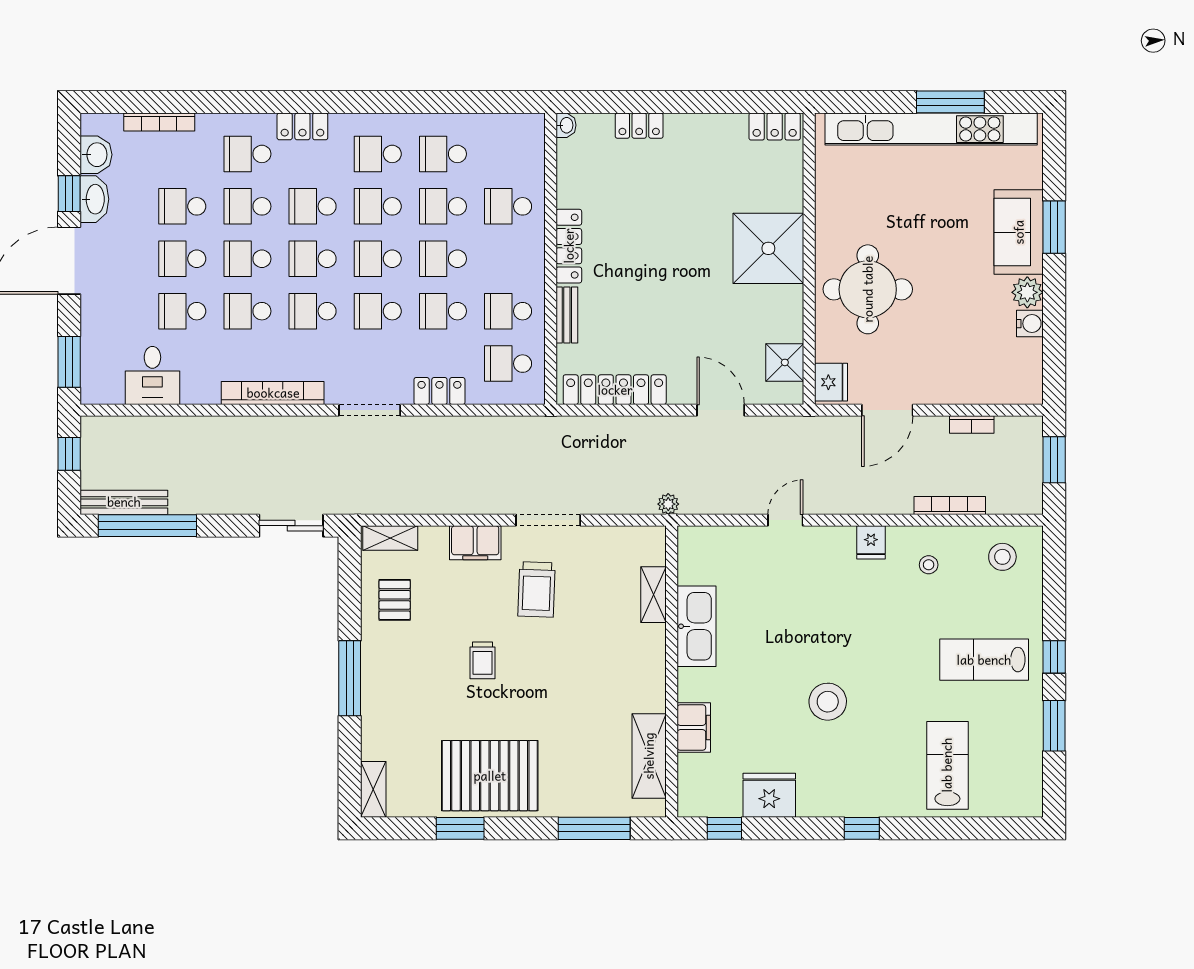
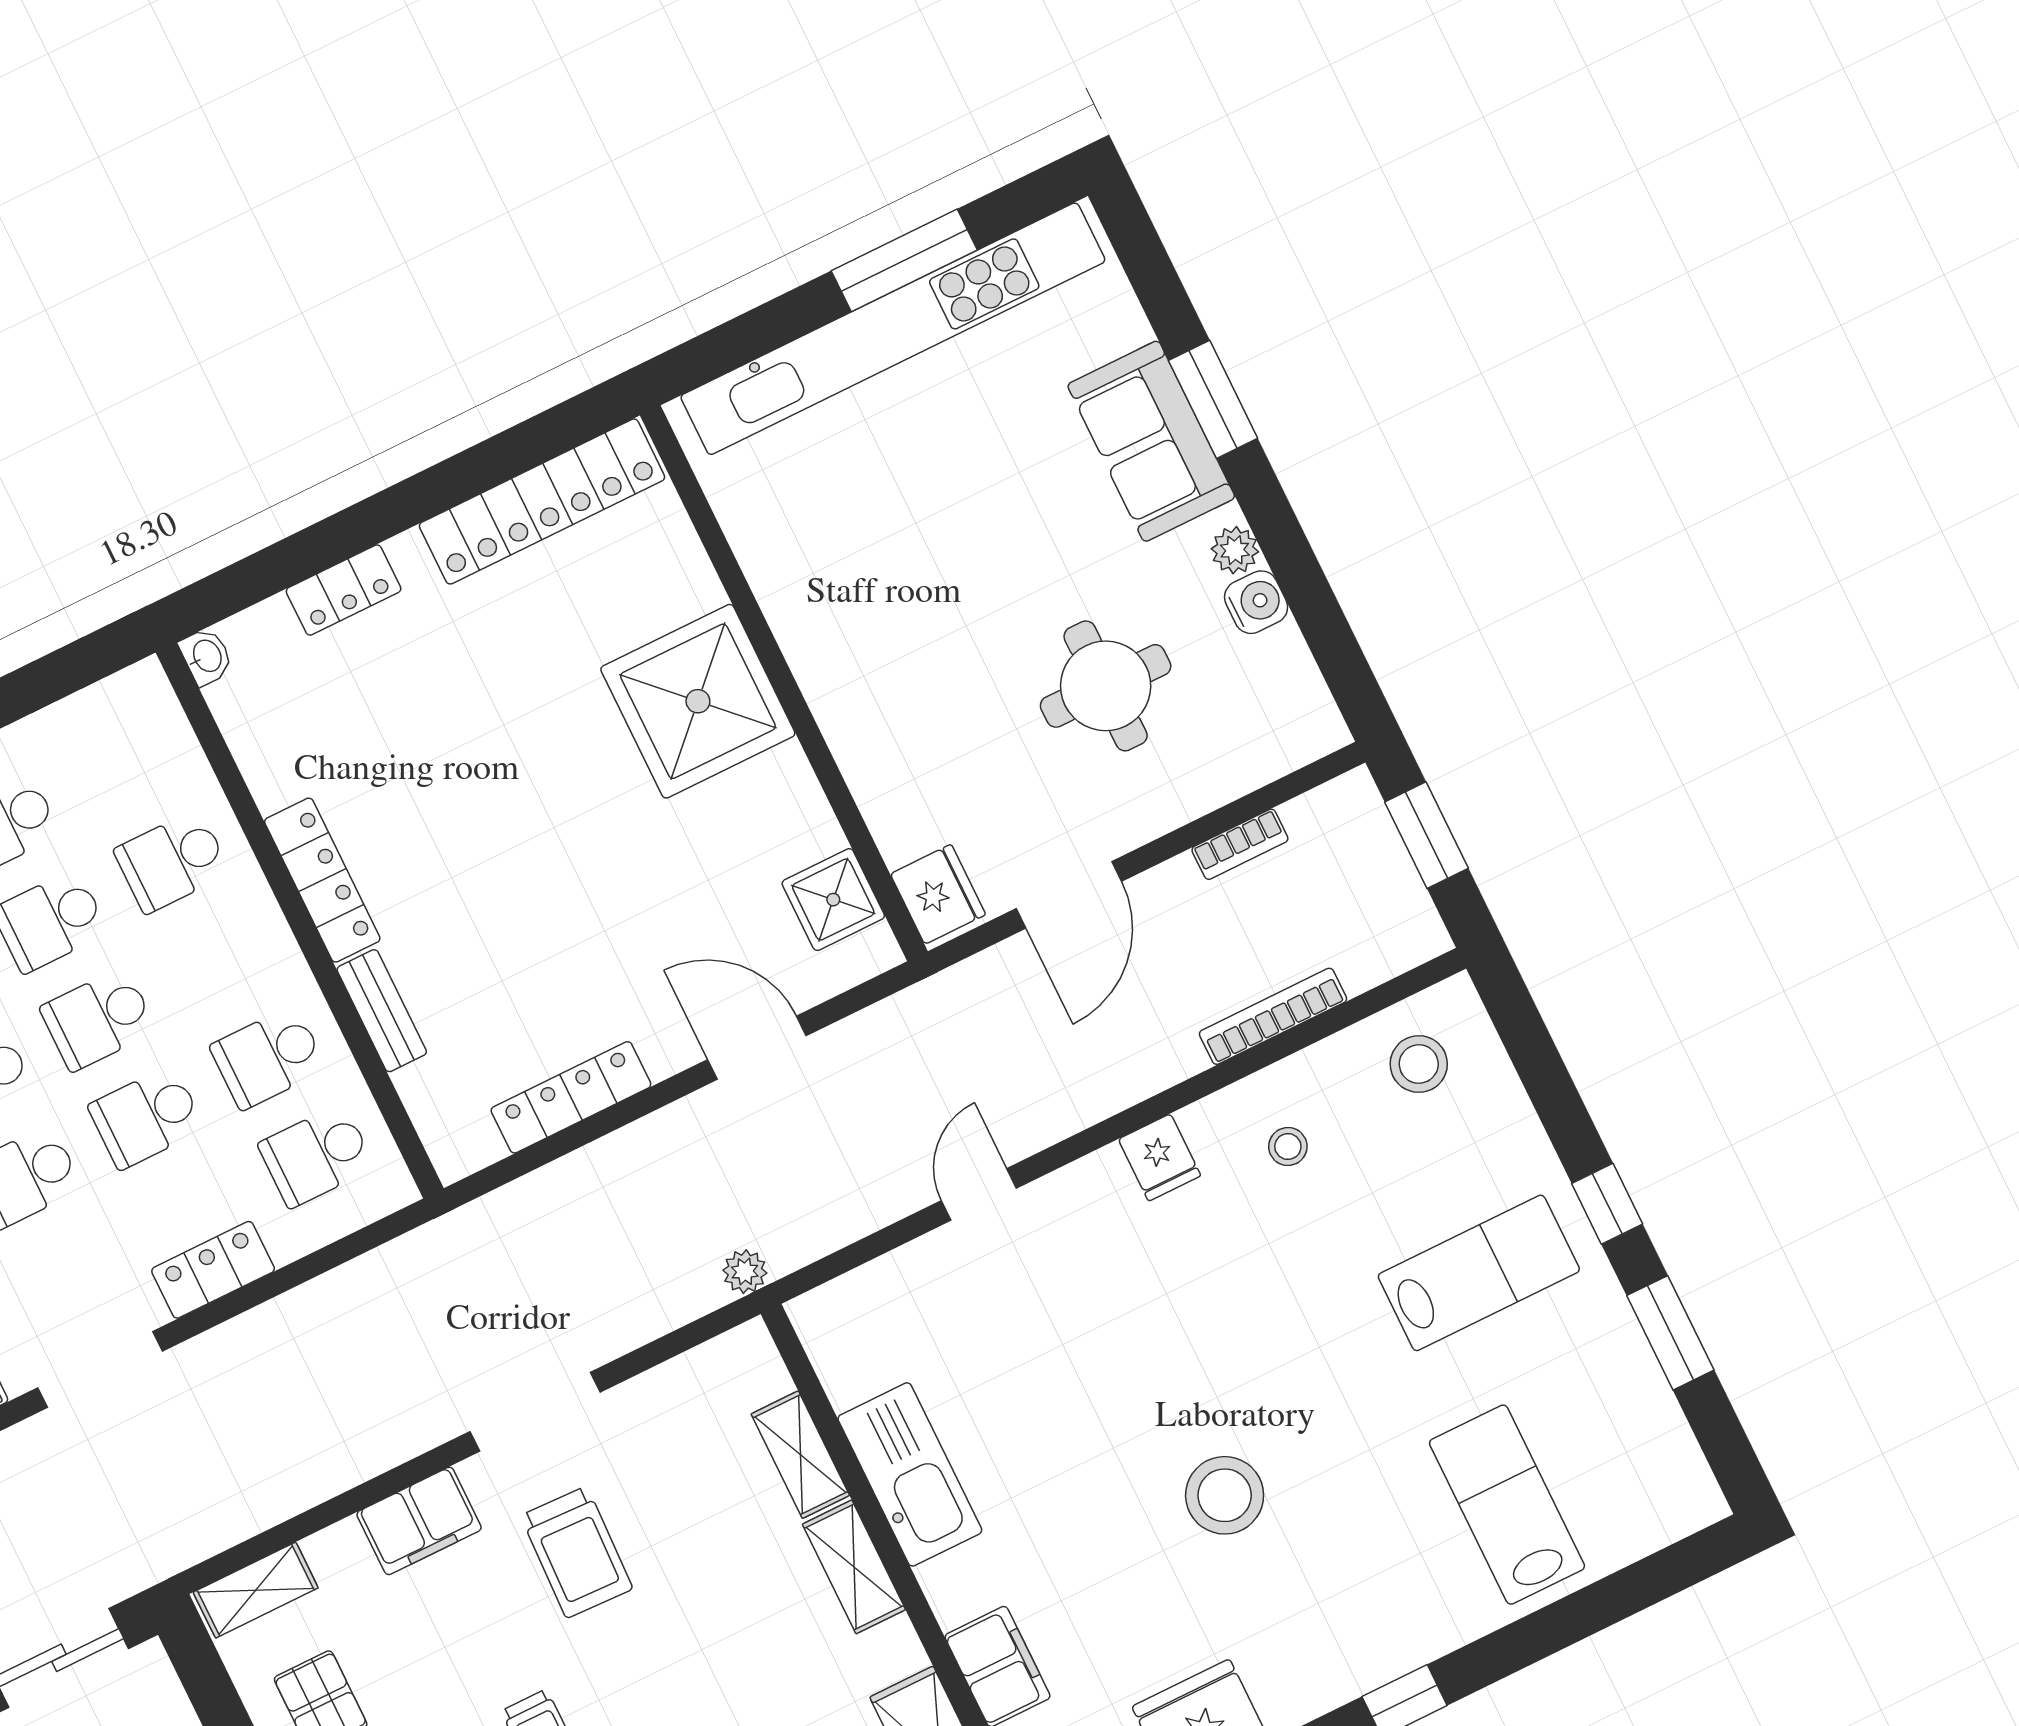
locker: (775, 127) -> (542, 501), width x2.16, depth x1.21
round table: (868, 289) -> (1106, 686), moved, width x0.73, depth x0.73
plant: (1027, 292) -> (1235, 550), width x0.73, depth x0.73
locker: (615, 390) -> (571, 1097), width x0.71, depth x0.83
shelving: (653, 654) -> (854, 1567), added
lab bench: (984, 660) -> (1479, 1273), turned 180

